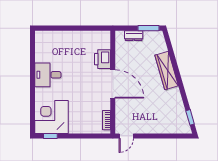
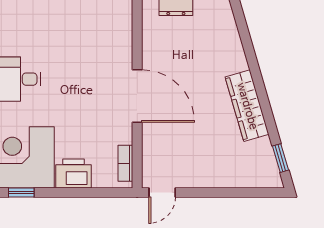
printer: (103, 59) -> (73, 173), moved, turned 90
wardrobe: (167, 70) -> (247, 106), moved

